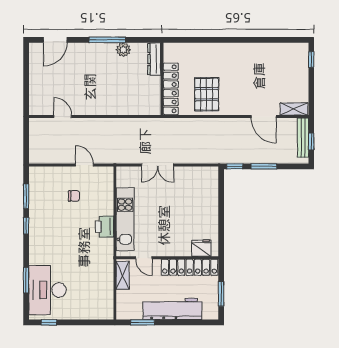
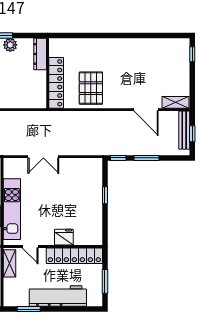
window: (221, 205) -> (105, 195), added
fridge: (201, 248) -> (64, 237), moved

